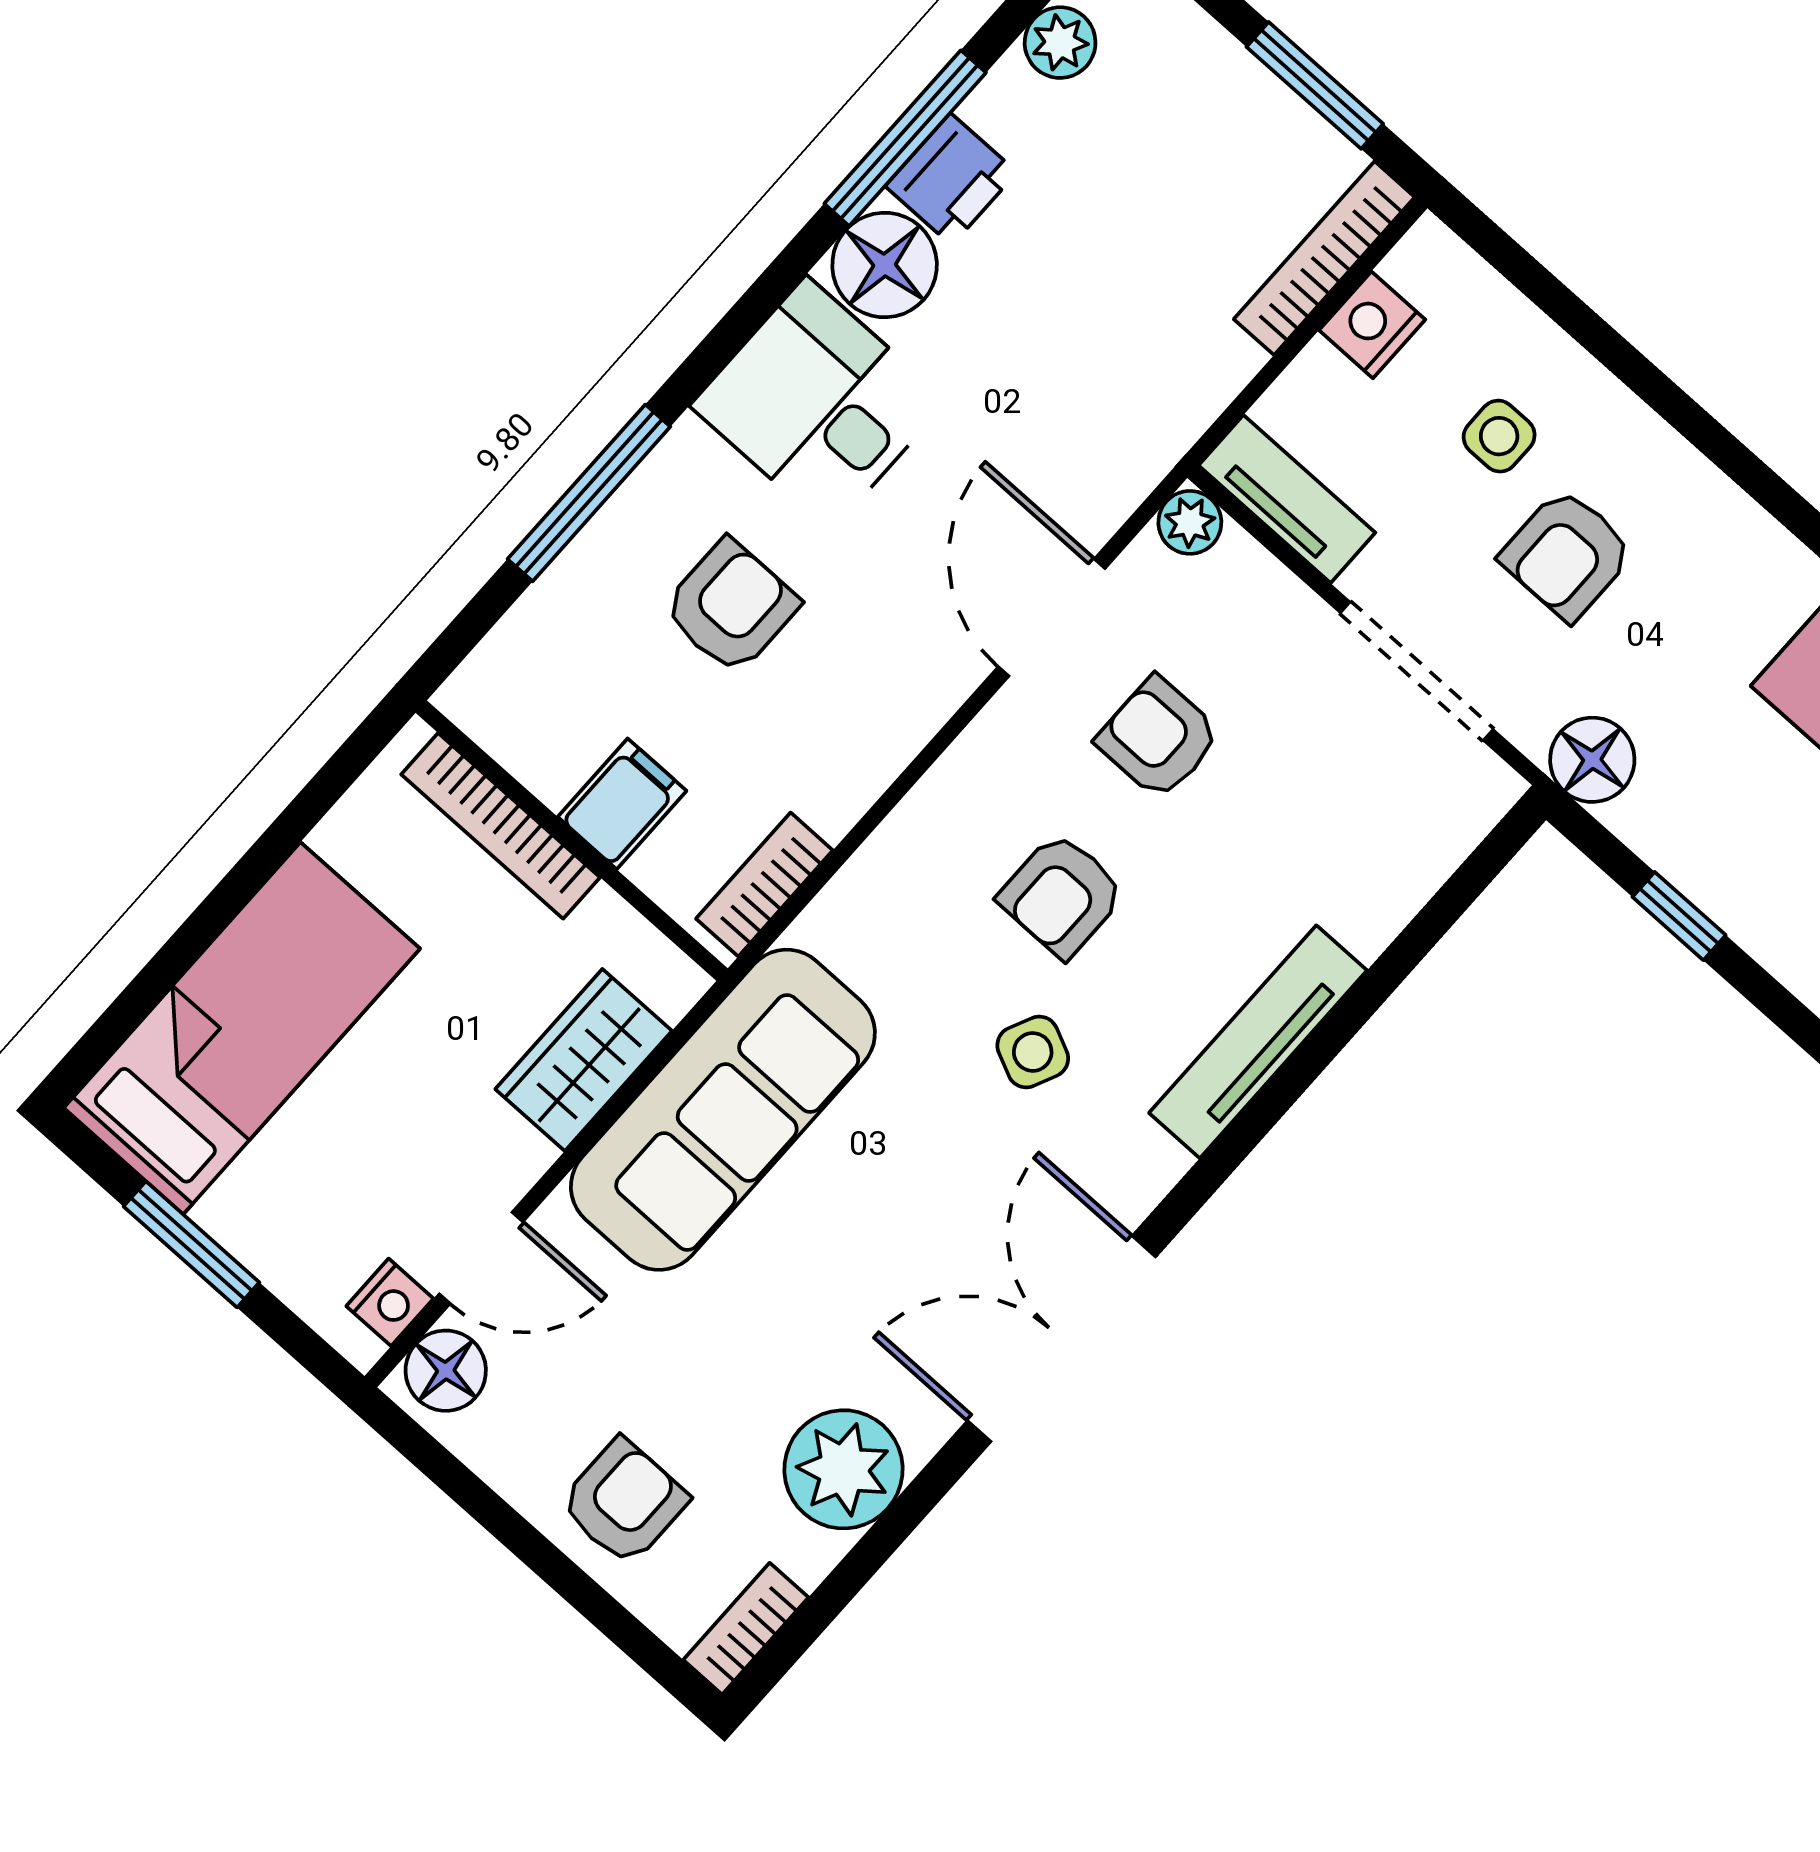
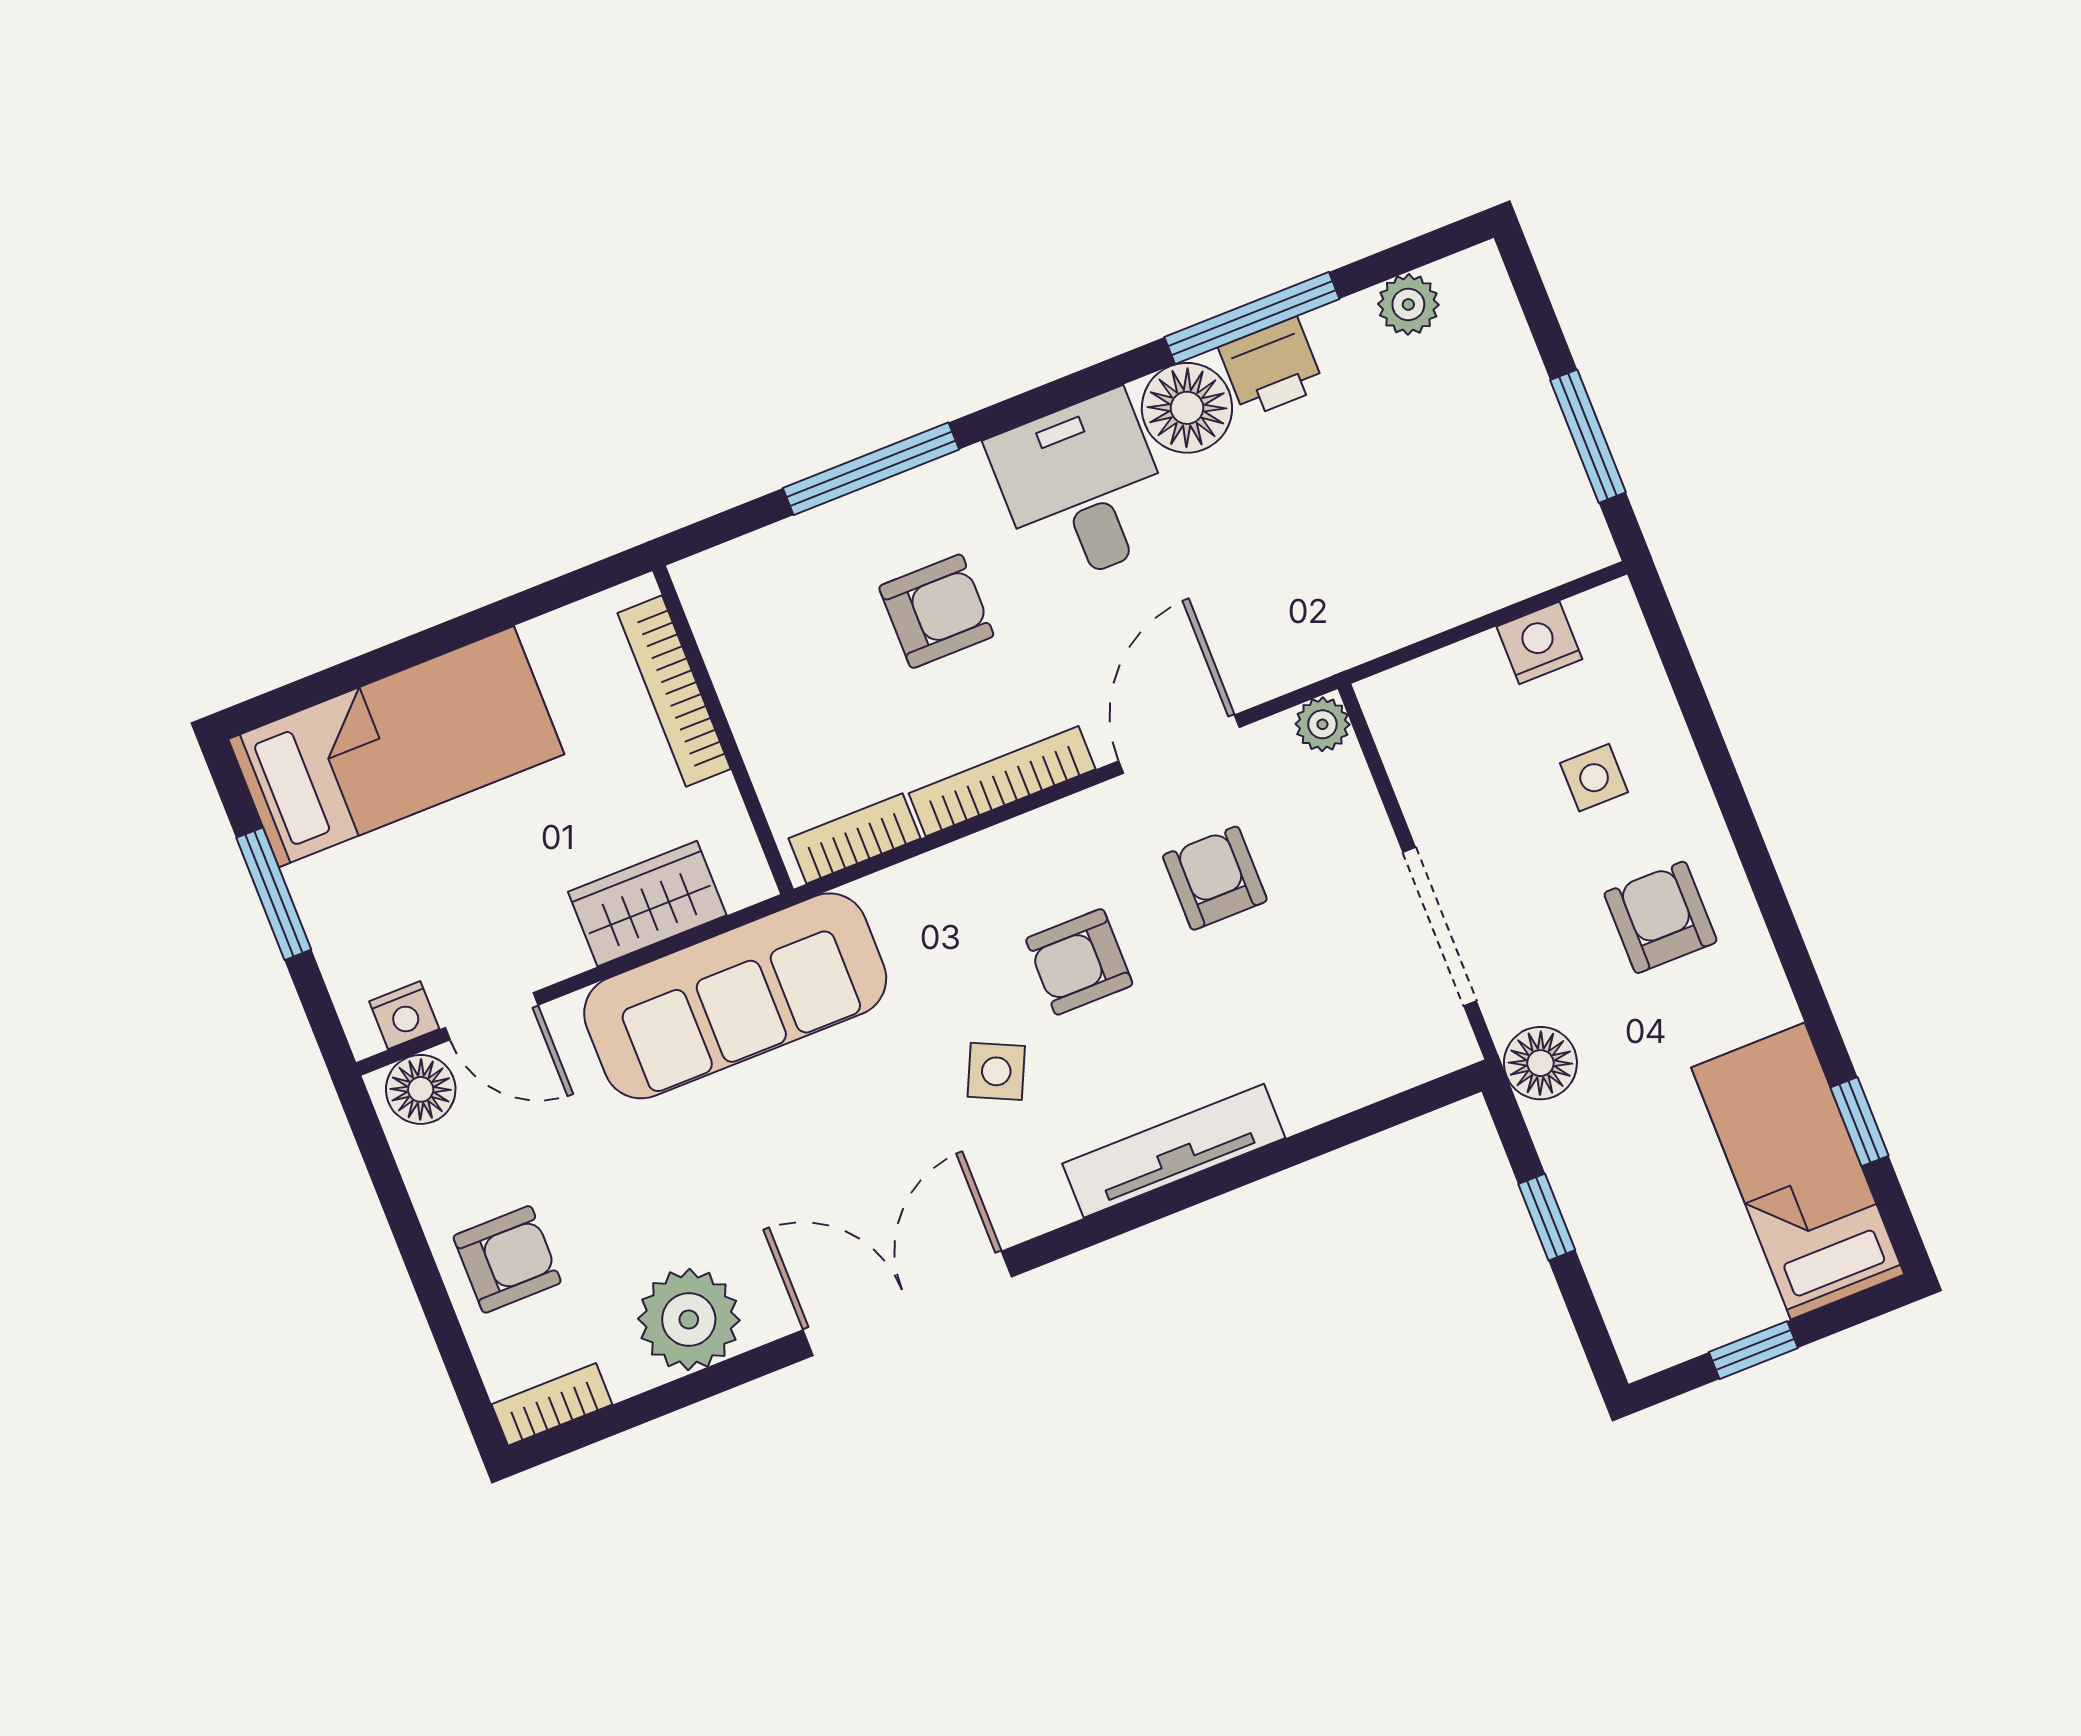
bookcase: (1324, 258) -> (1002, 781), moved
tv unit: (1287, 499) -> (1406, 744), removed
armchair: (1567, 554) -> (1660, 917), moved, turned 90
filing cabinet: (622, 804) -> (776, 721), removed

